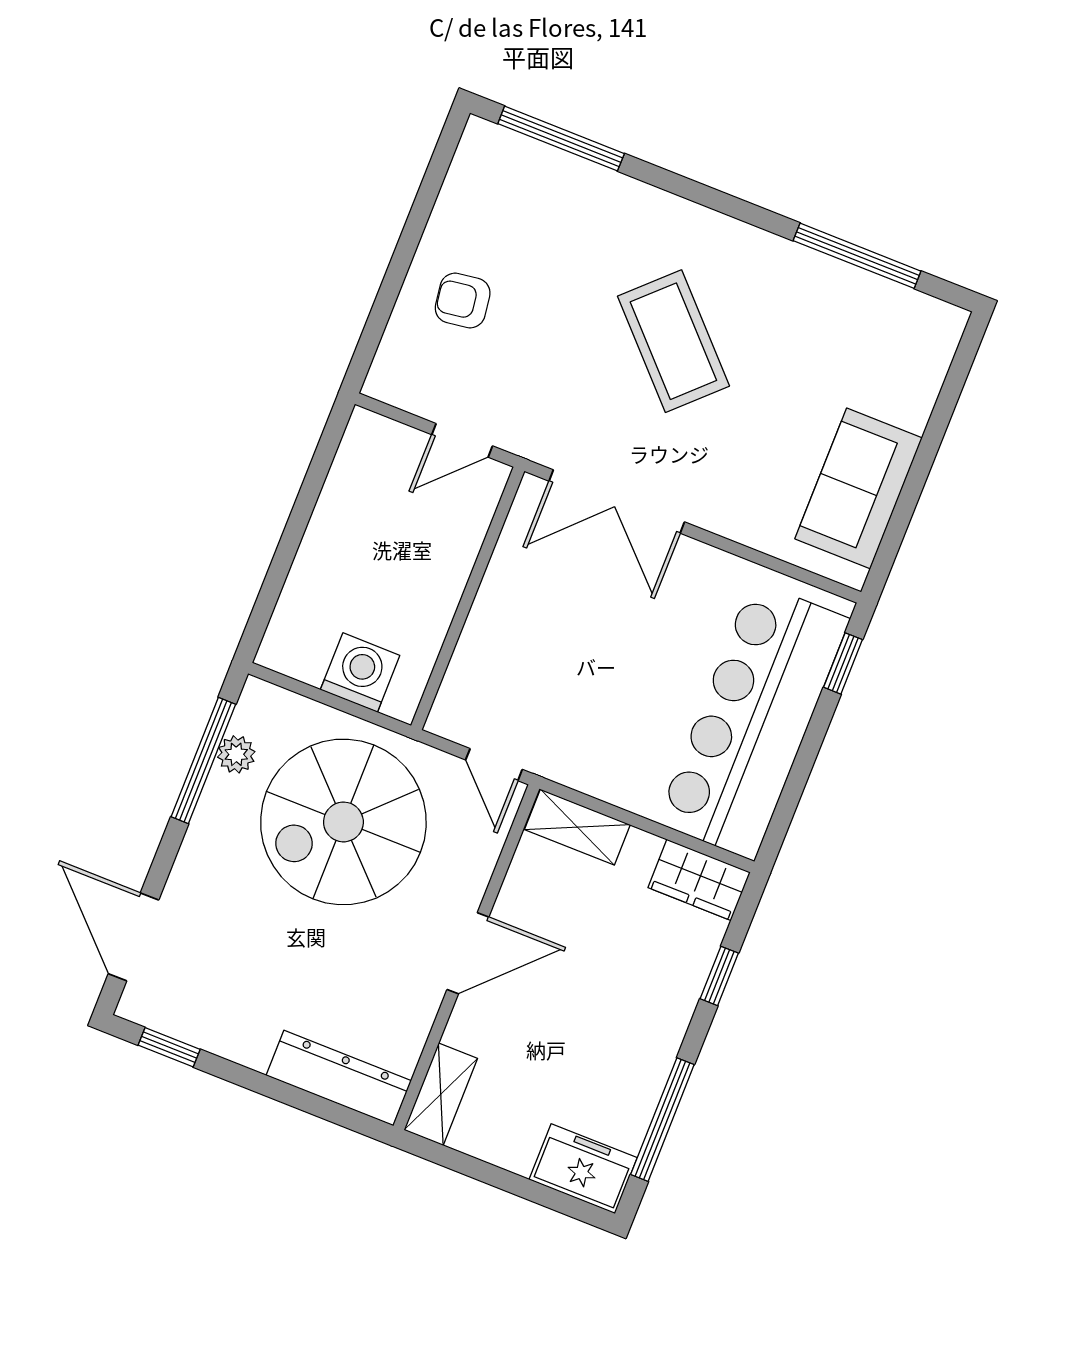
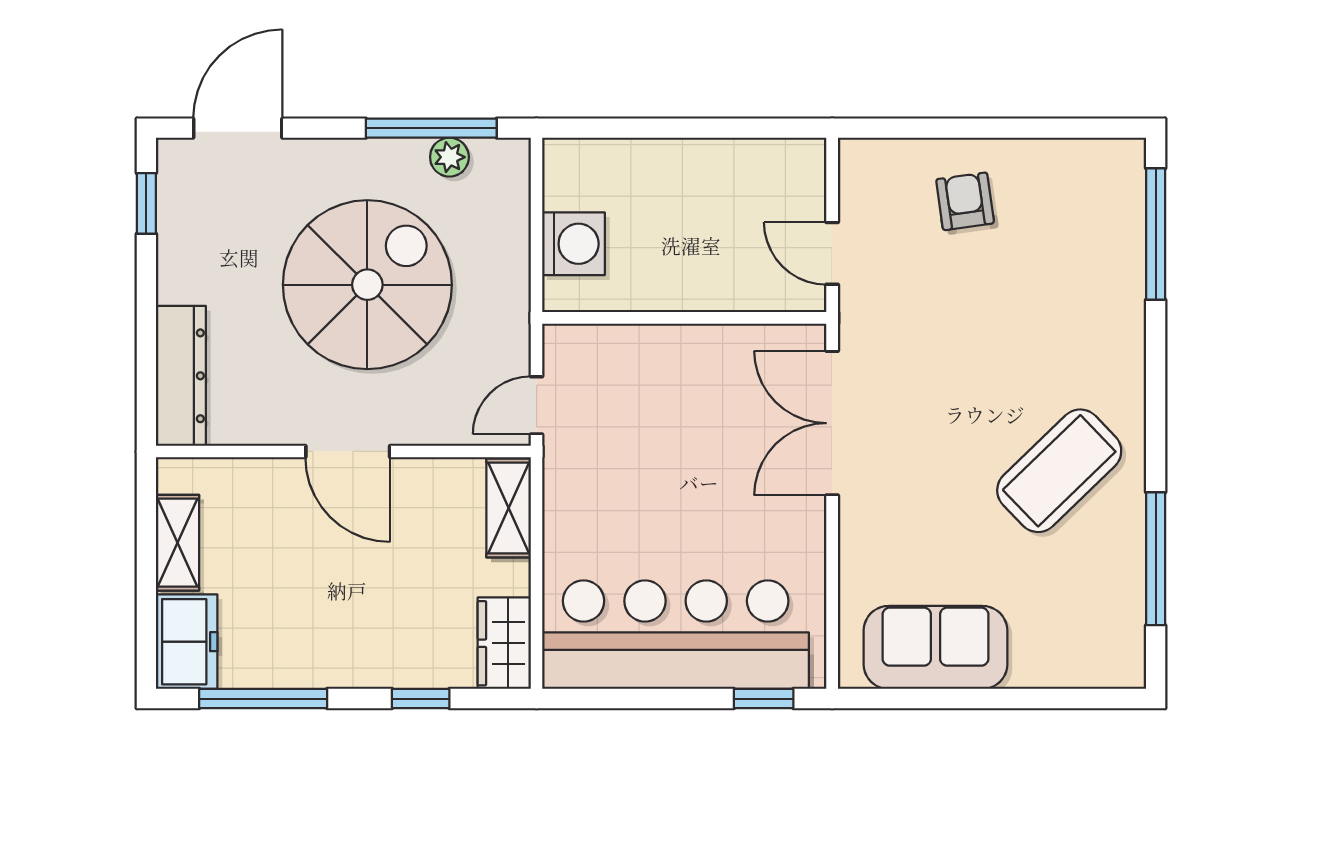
coffee table: (673, 341) -> (1059, 471), moved
spiral stairs: (343, 822) -> (367, 285), moved, turned 90
shelving: (441, 1094) -> (177, 543), moved, turned 90

